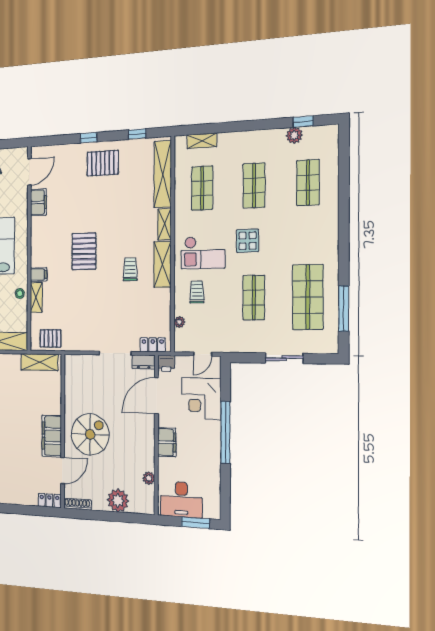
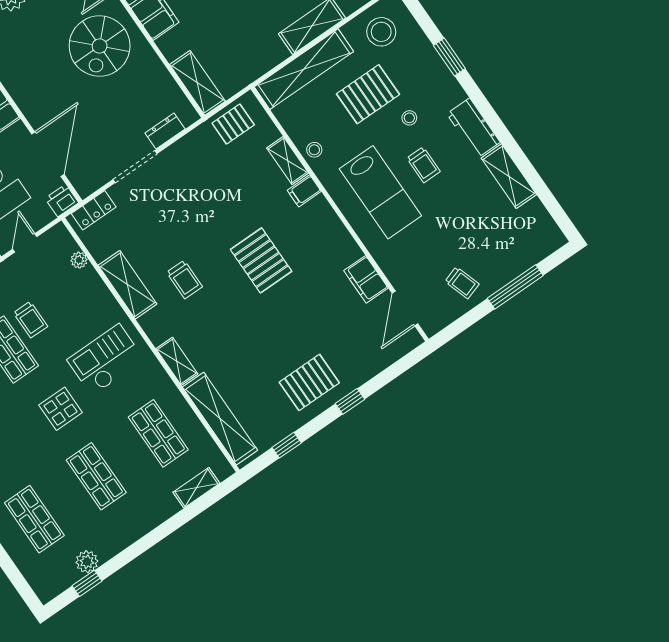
shelving: (162, 264) -> (128, 285), moved
trolley: (197, 292) -> (30, 320), moved
shelving: (39, 362) -> (197, 83), moved, turned 90
dresser: (144, 362) -> (165, 131), moved

